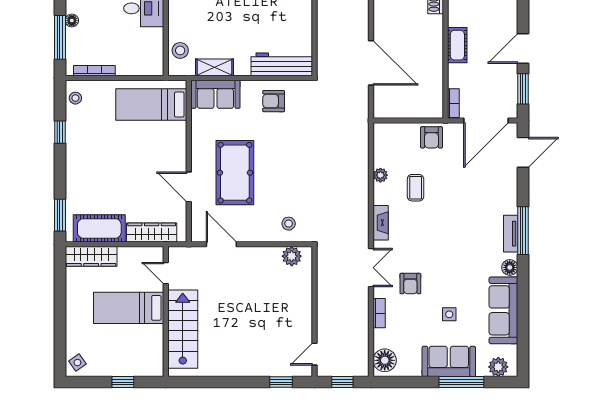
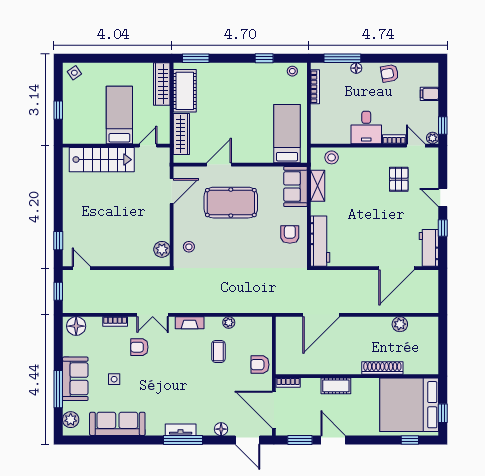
coffee table: (416, 188) -> (218, 351), turned 90
floor lamp: (510, 267) -> (221, 429), moved

